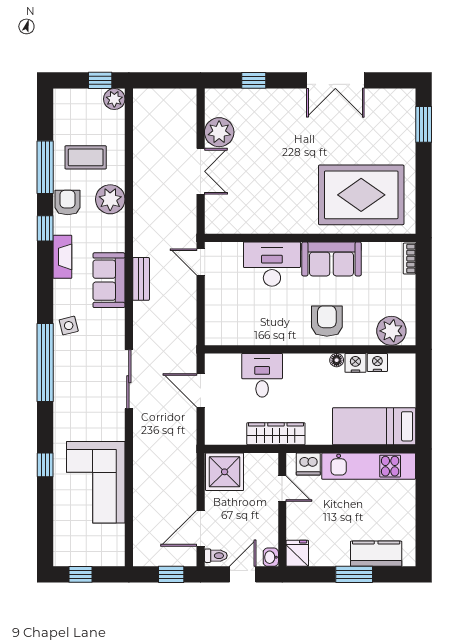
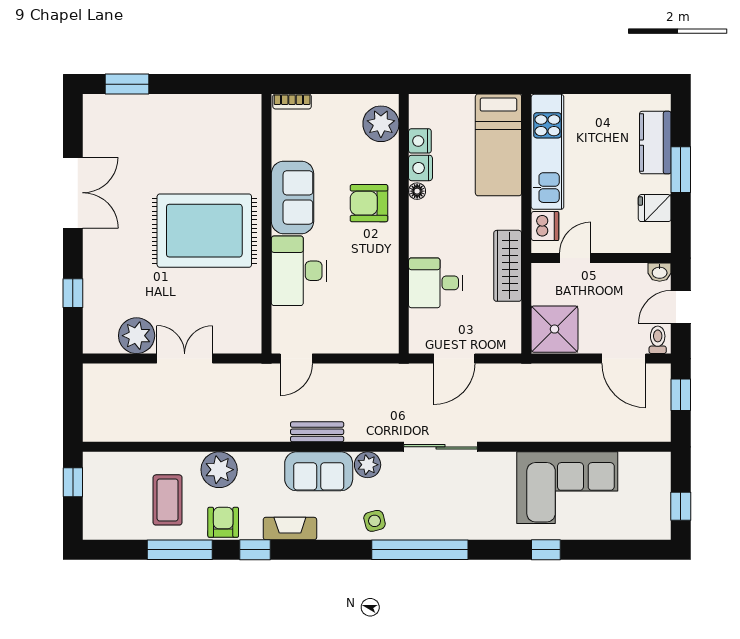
plant: (114, 99) -> (368, 465), moved
rug: (361, 195) -> (204, 231), moved, turned 90
armchair: (68, 203) -> (223, 522), turned 90
fridge: (297, 553) -> (655, 208), moved
door: (243, 574) -> (681, 307), hinge flipped

